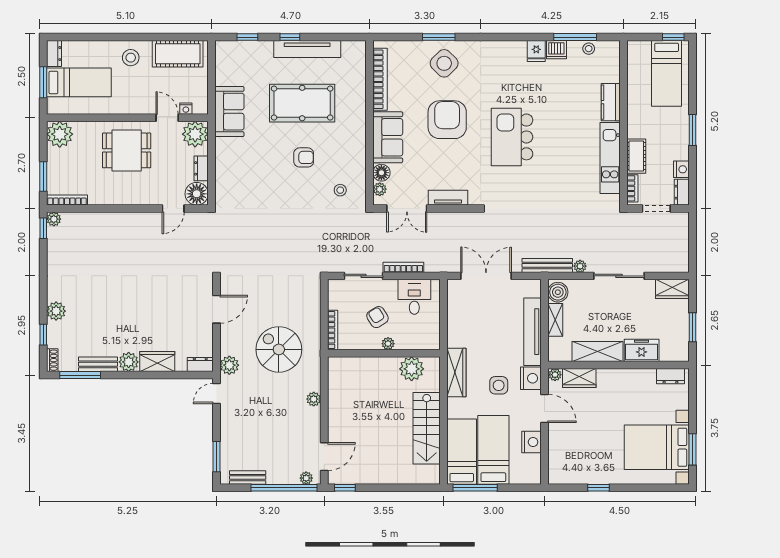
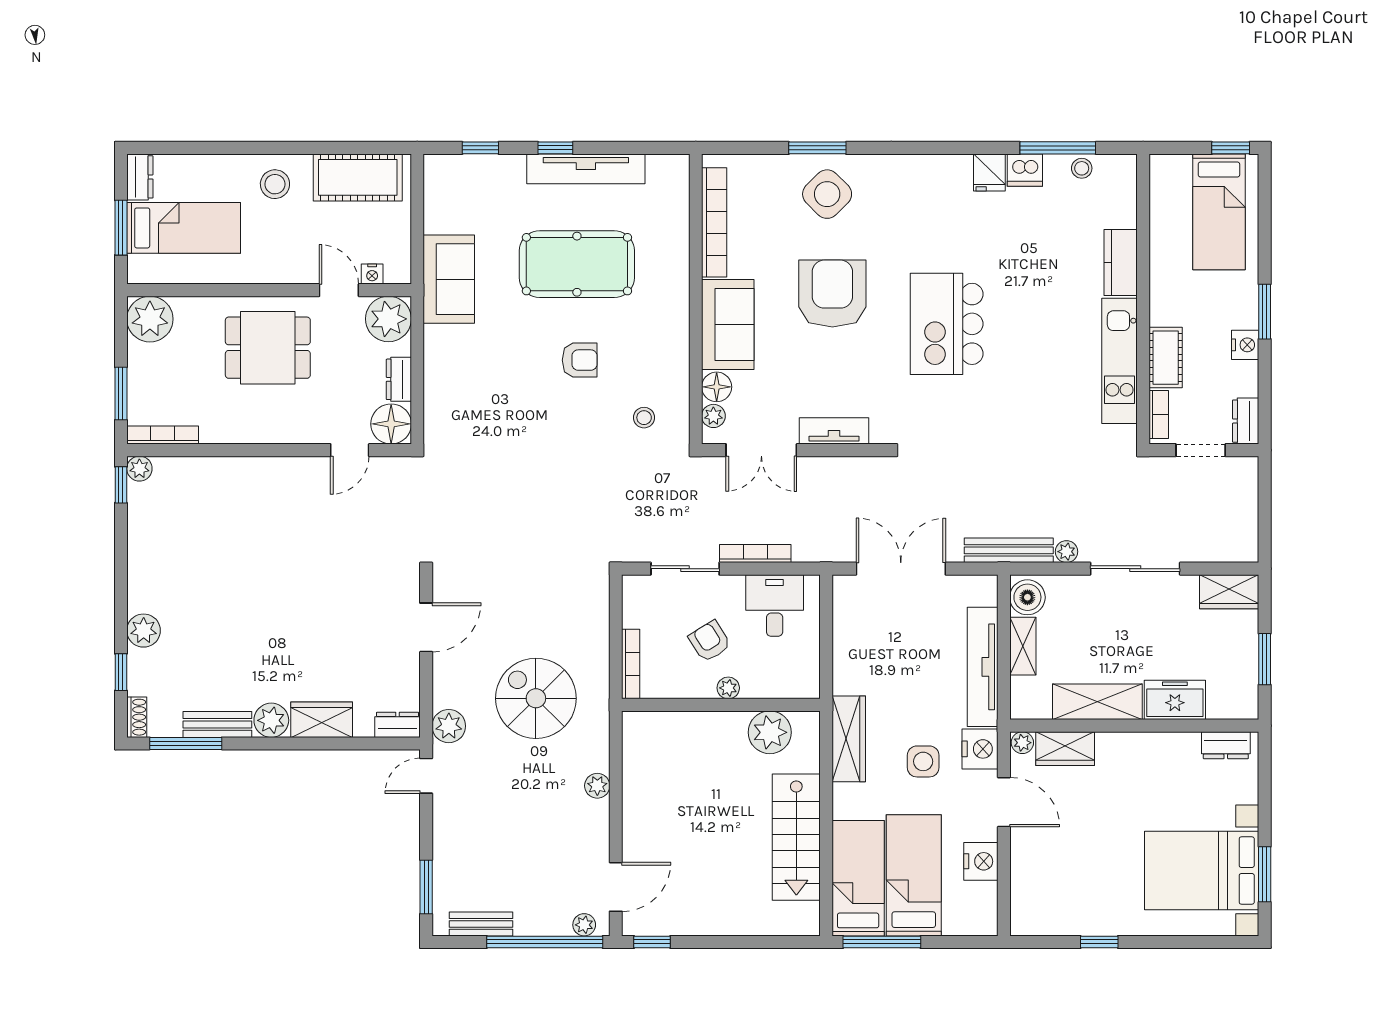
nightstand: (681, 169) -> (1245, 345), moved

